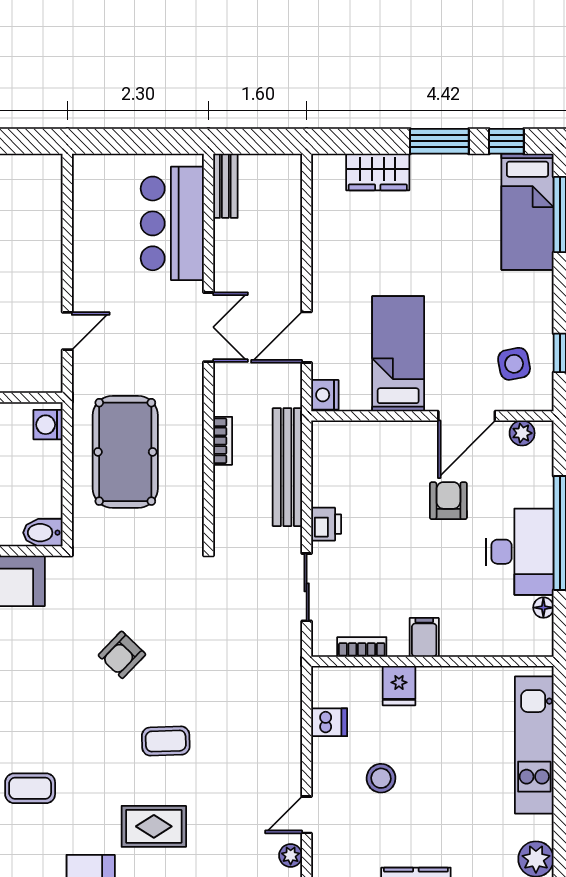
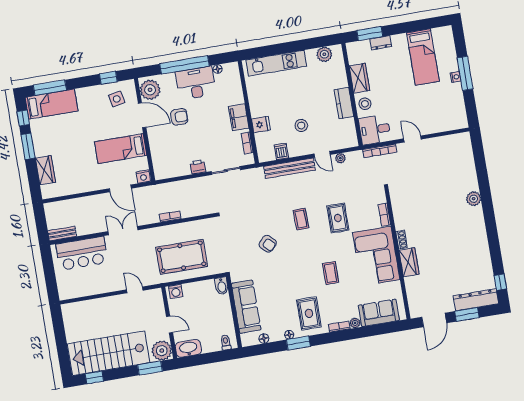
plant: (522, 433) -> (150, 90), width x1.88, depth x1.88
bench: (287, 467) -> (289, 168), moved
armchair: (448, 501) -> (179, 117), turned 180
filing cabinet: (424, 637) -> (239, 117), width x2.00

